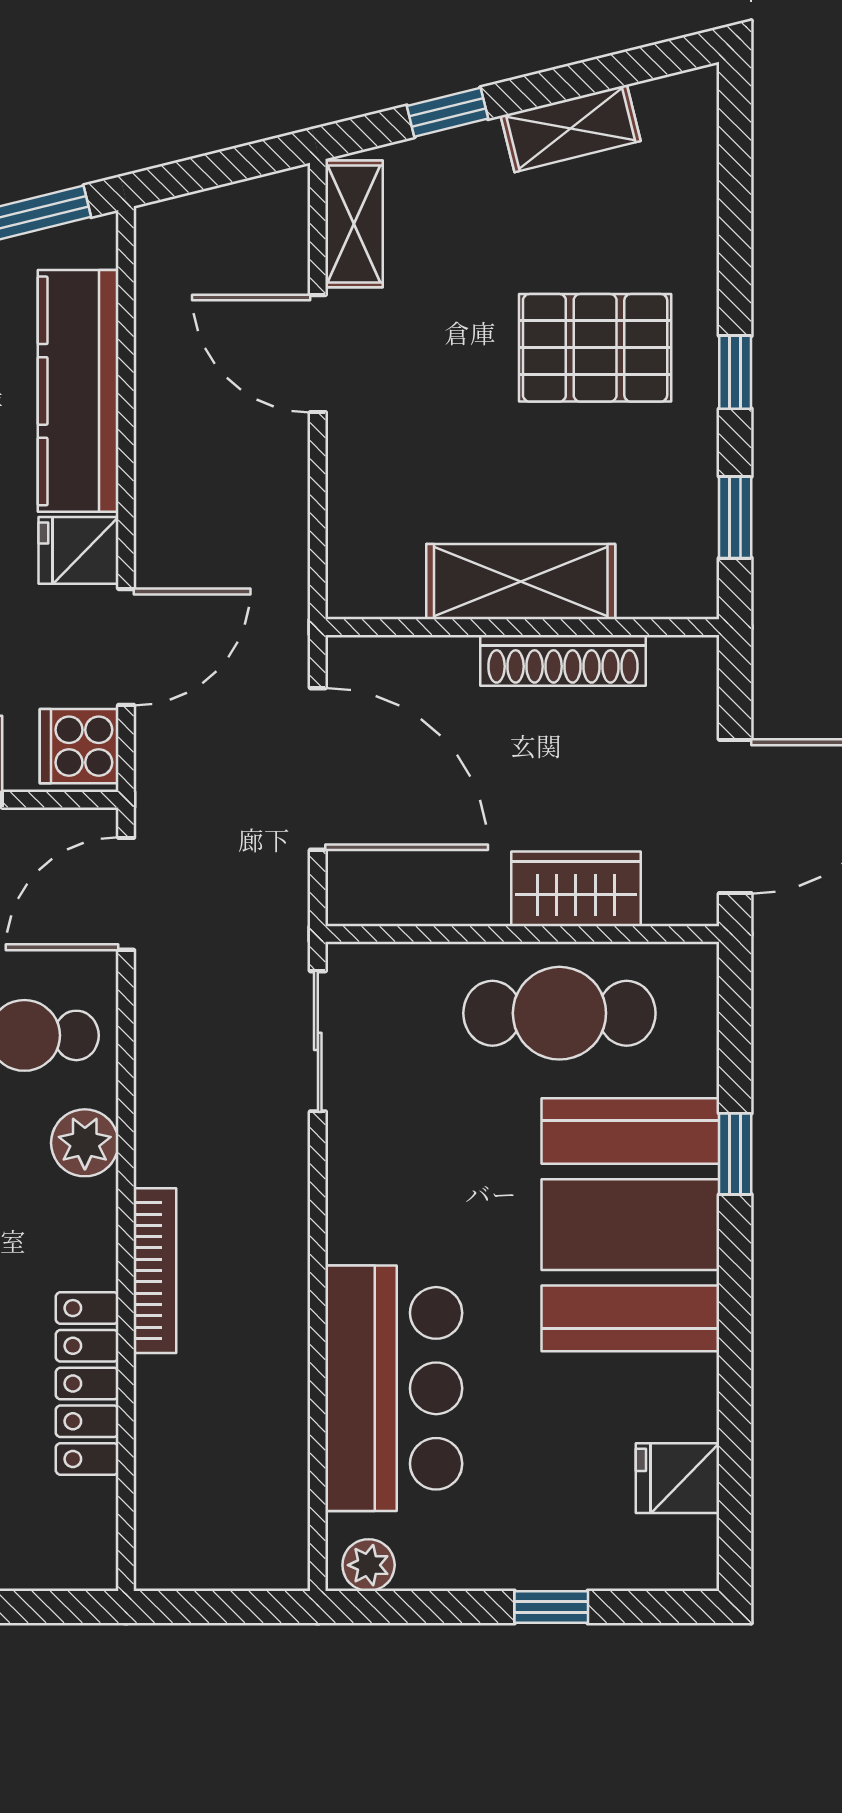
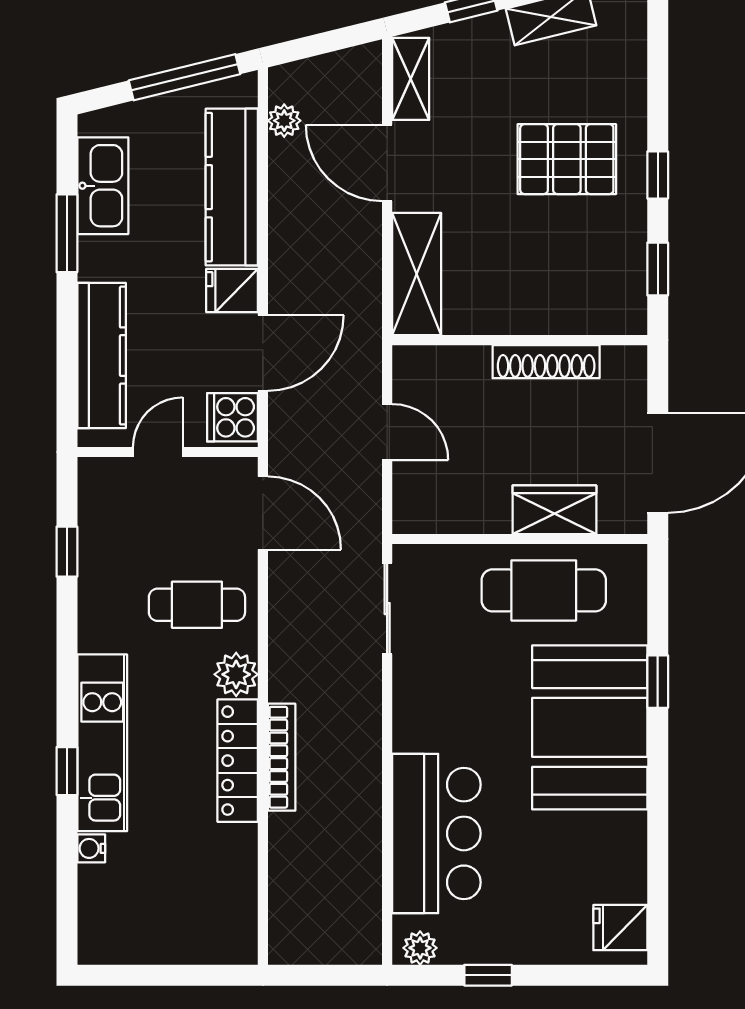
plant: (159, 288) -> (284, 121), added
shelving: (521, 582) -> (417, 274), moved, turned 90
door: (318, 769) -> (387, 432), width x0.53
door: (126, 894) -> (263, 513), swing flipped
locker: (87, 1384) -> (238, 761), moved
fridge: (678, 1478) -> (620, 928), moved
window: (551, 1607) -> (488, 975), moved

